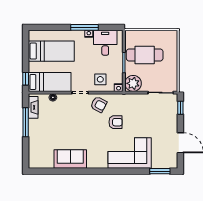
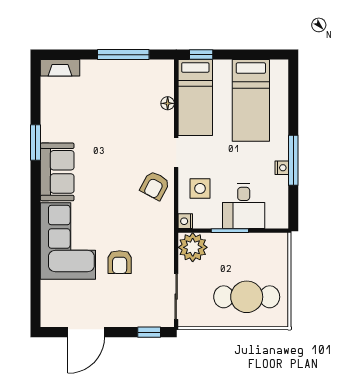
desk: (105, 43) -> (244, 206), moved, turned 90
cafe table: (145, 55) -> (247, 297), moved, turned 90
fireplace: (33, 107) -> (60, 68), moved
armchair: (116, 122) -> (120, 262), moved
sofa: (70, 159) -> (57, 172), moved
window: (160, 171) -> (35, 142), moved

